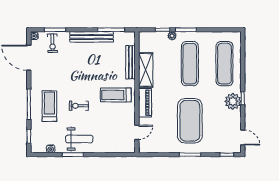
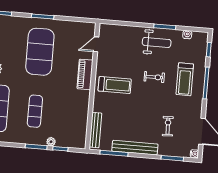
exercise bike: (52, 43) -> (168, 126), moved
bench: (131, 62) -> (95, 130), moved
exercise mat: (190, 64) -> (35, 111), width x0.73, depth x0.69
shelving: (146, 70) -> (81, 109), removed
weight bench: (79, 139) -> (157, 42), turned 180

